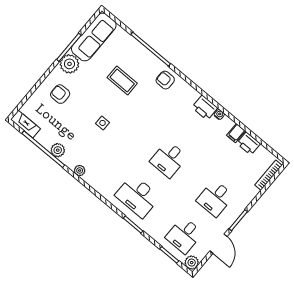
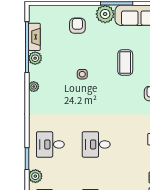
fireplace: (26, 124) -> (34, 37), moved
desk: (138, 196) -> (50, 144), width x0.73
plant: (153, 230) -> (35, 176), added

